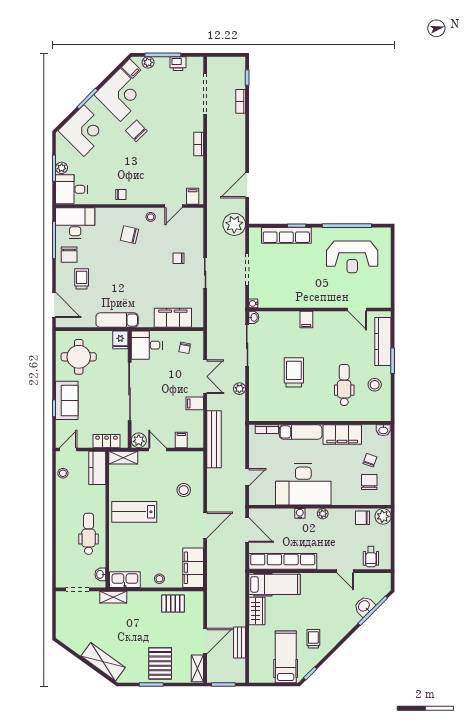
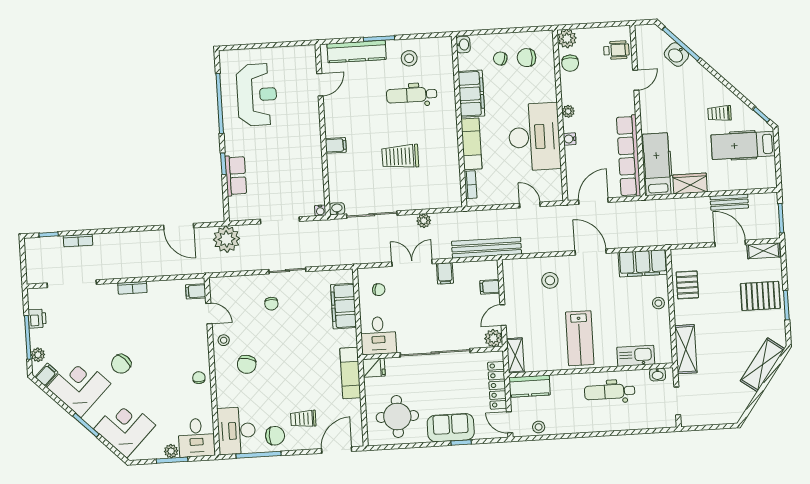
row of seats: (286, 235) -> (236, 176), width x0.68
locker: (107, 441) -> (497, 385), width x1.53
kitchen sink: (125, 580) -> (636, 356), moved, turned 90
shelving: (113, 597) -> (686, 349), width x1.50, depth x1.33

